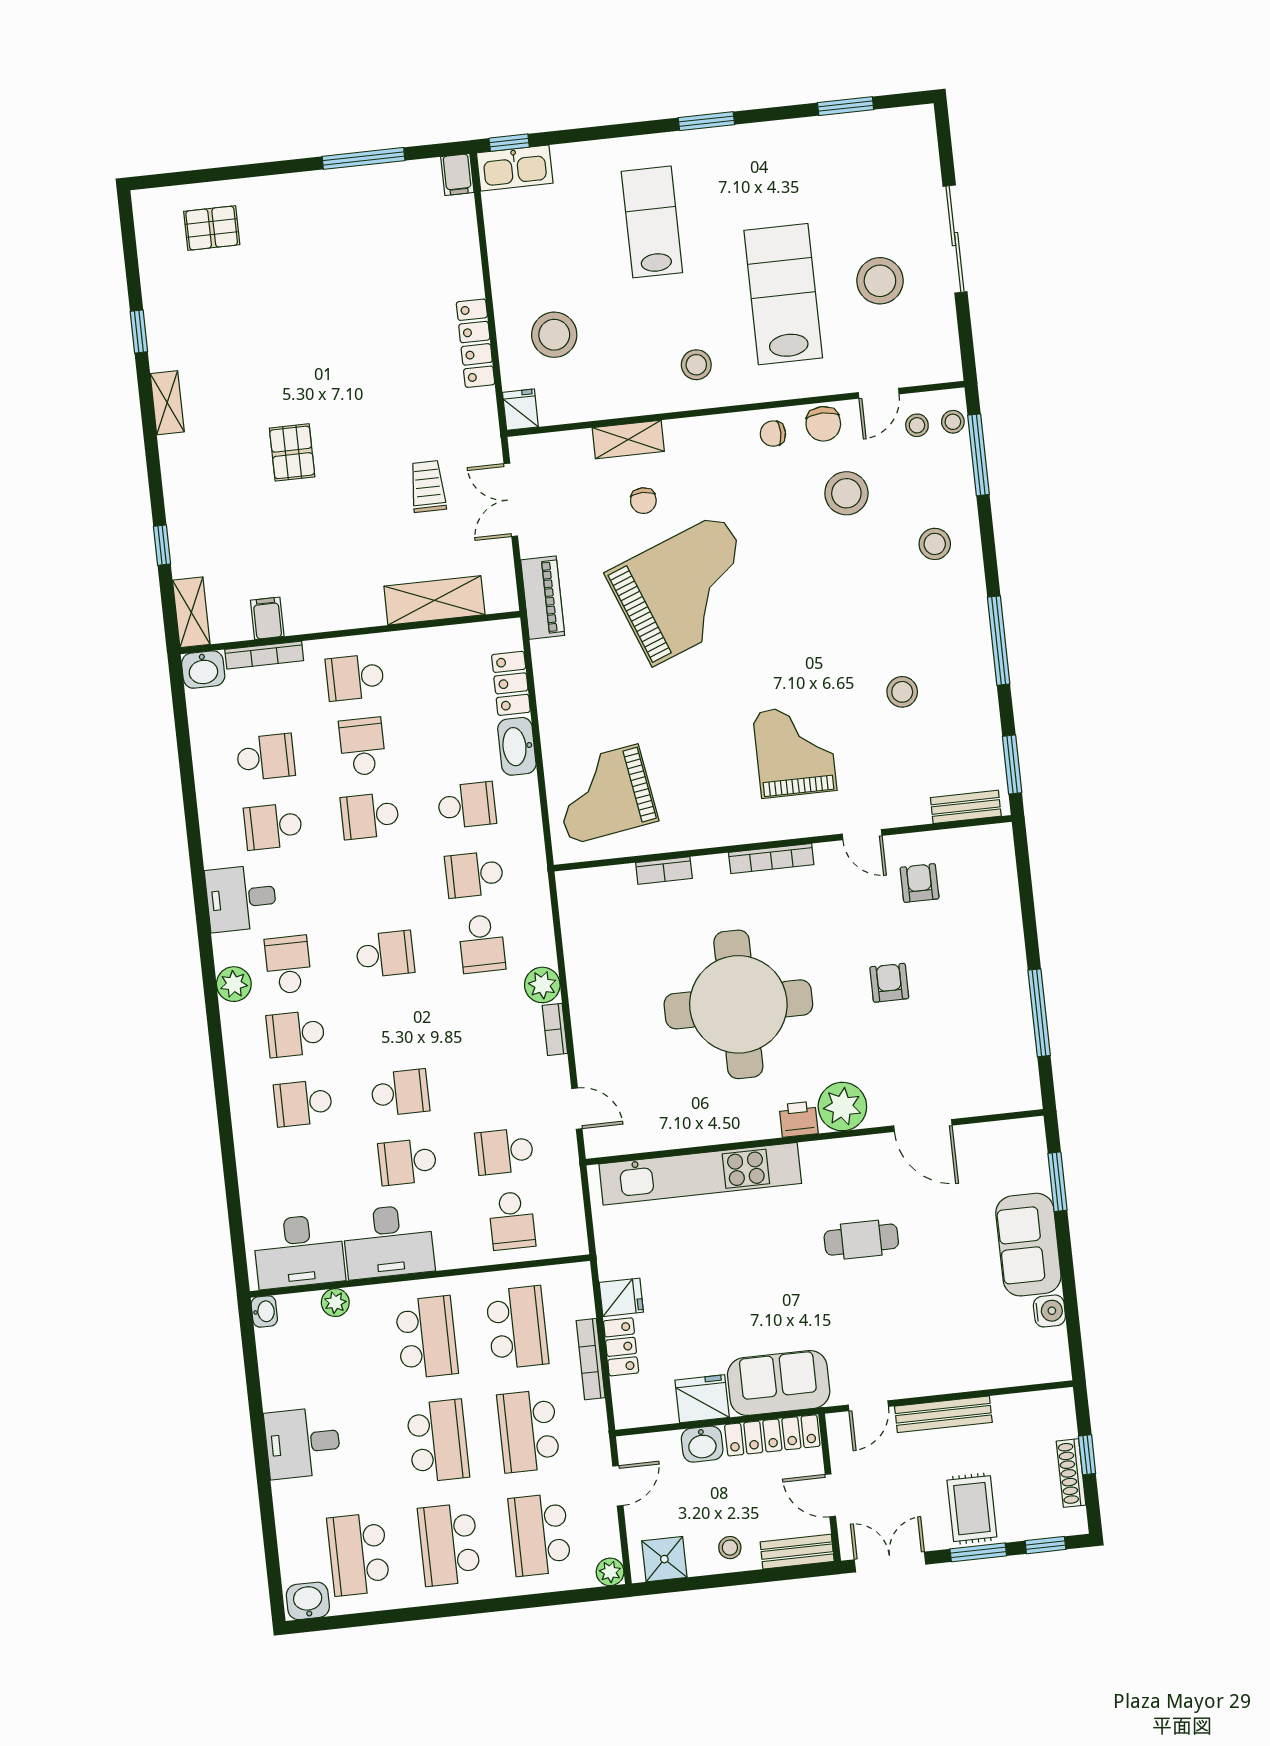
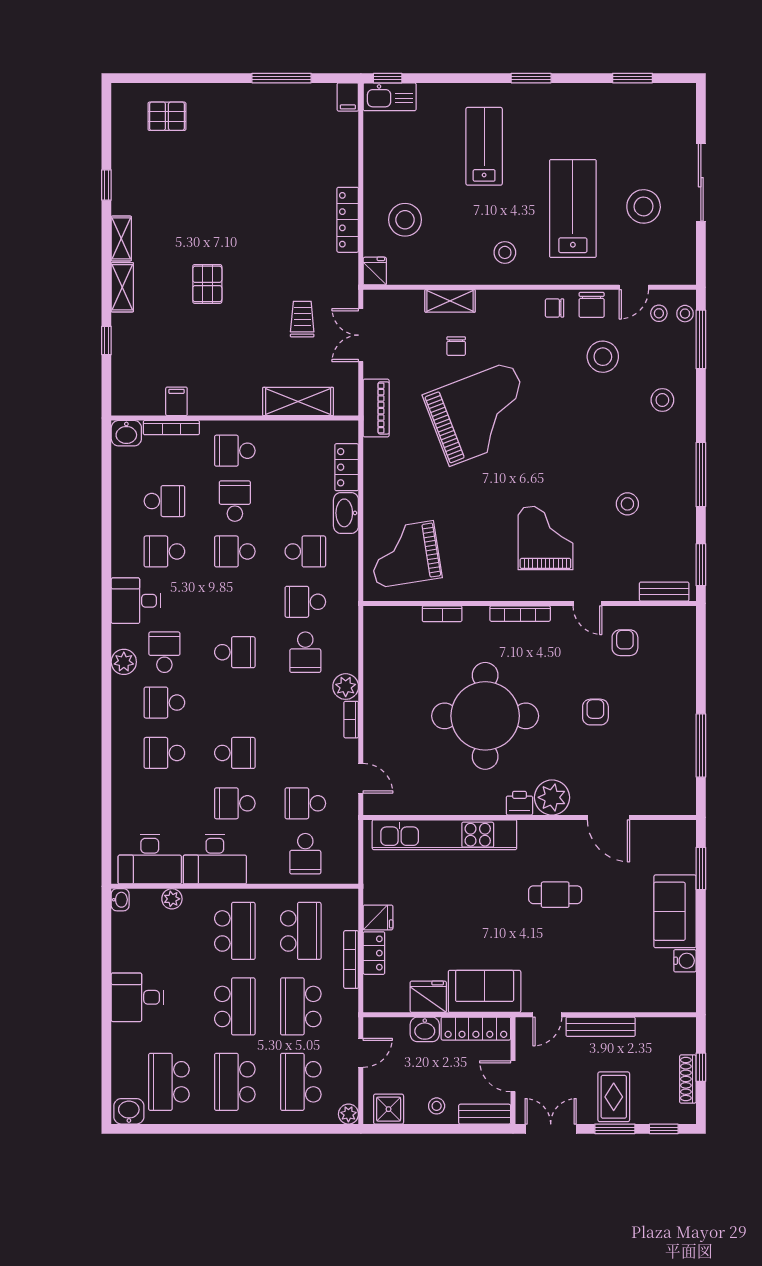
shelving: (191, 612) -> (122, 287), moved

